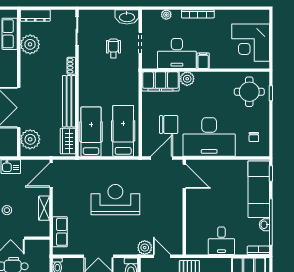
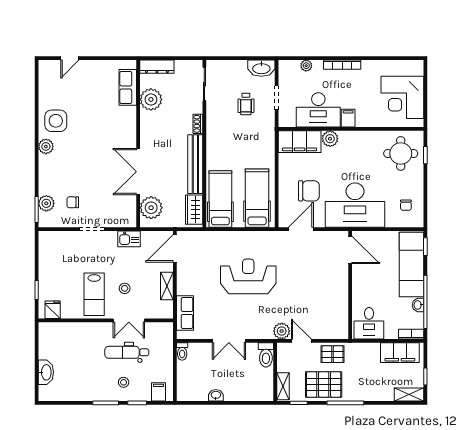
wheelchair: (113, 48) -> (246, 104), turned 180
door: (184, 176) -> (350, 250), moved
wall: (184, 207) -> (350, 285), moved

